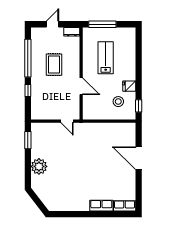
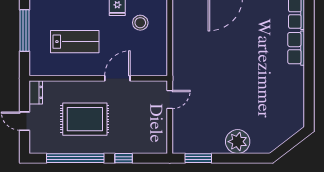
window: (102, 24) -> (24, 30), moved
lab bench: (106, 58) -> (75, 42), turned 180
rug: (54, 65) -> (85, 119), width x1.36, depth x1.43

